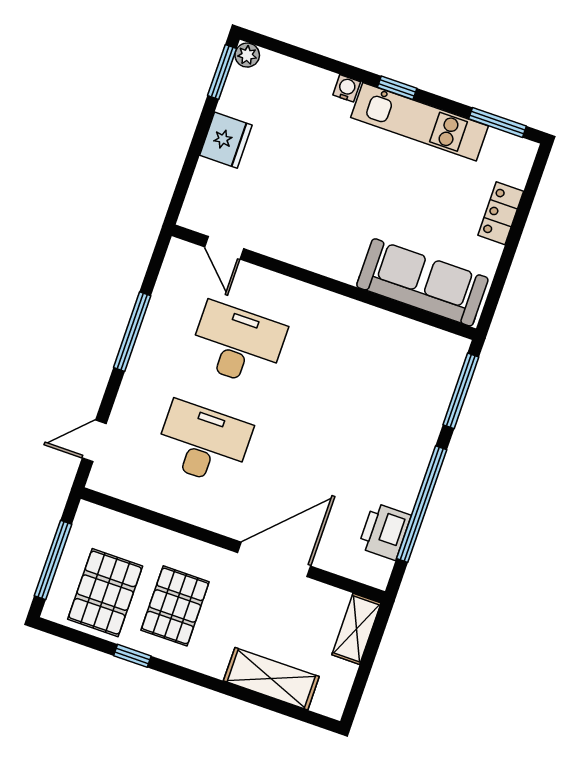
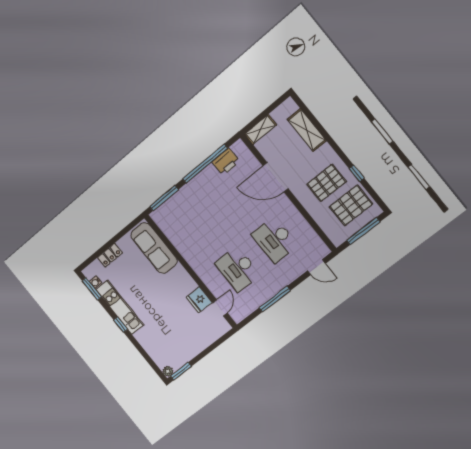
water cooler: (347, 88) -> (96, 282), moved
fridge: (226, 140) -> (199, 300), moved, turned -90

